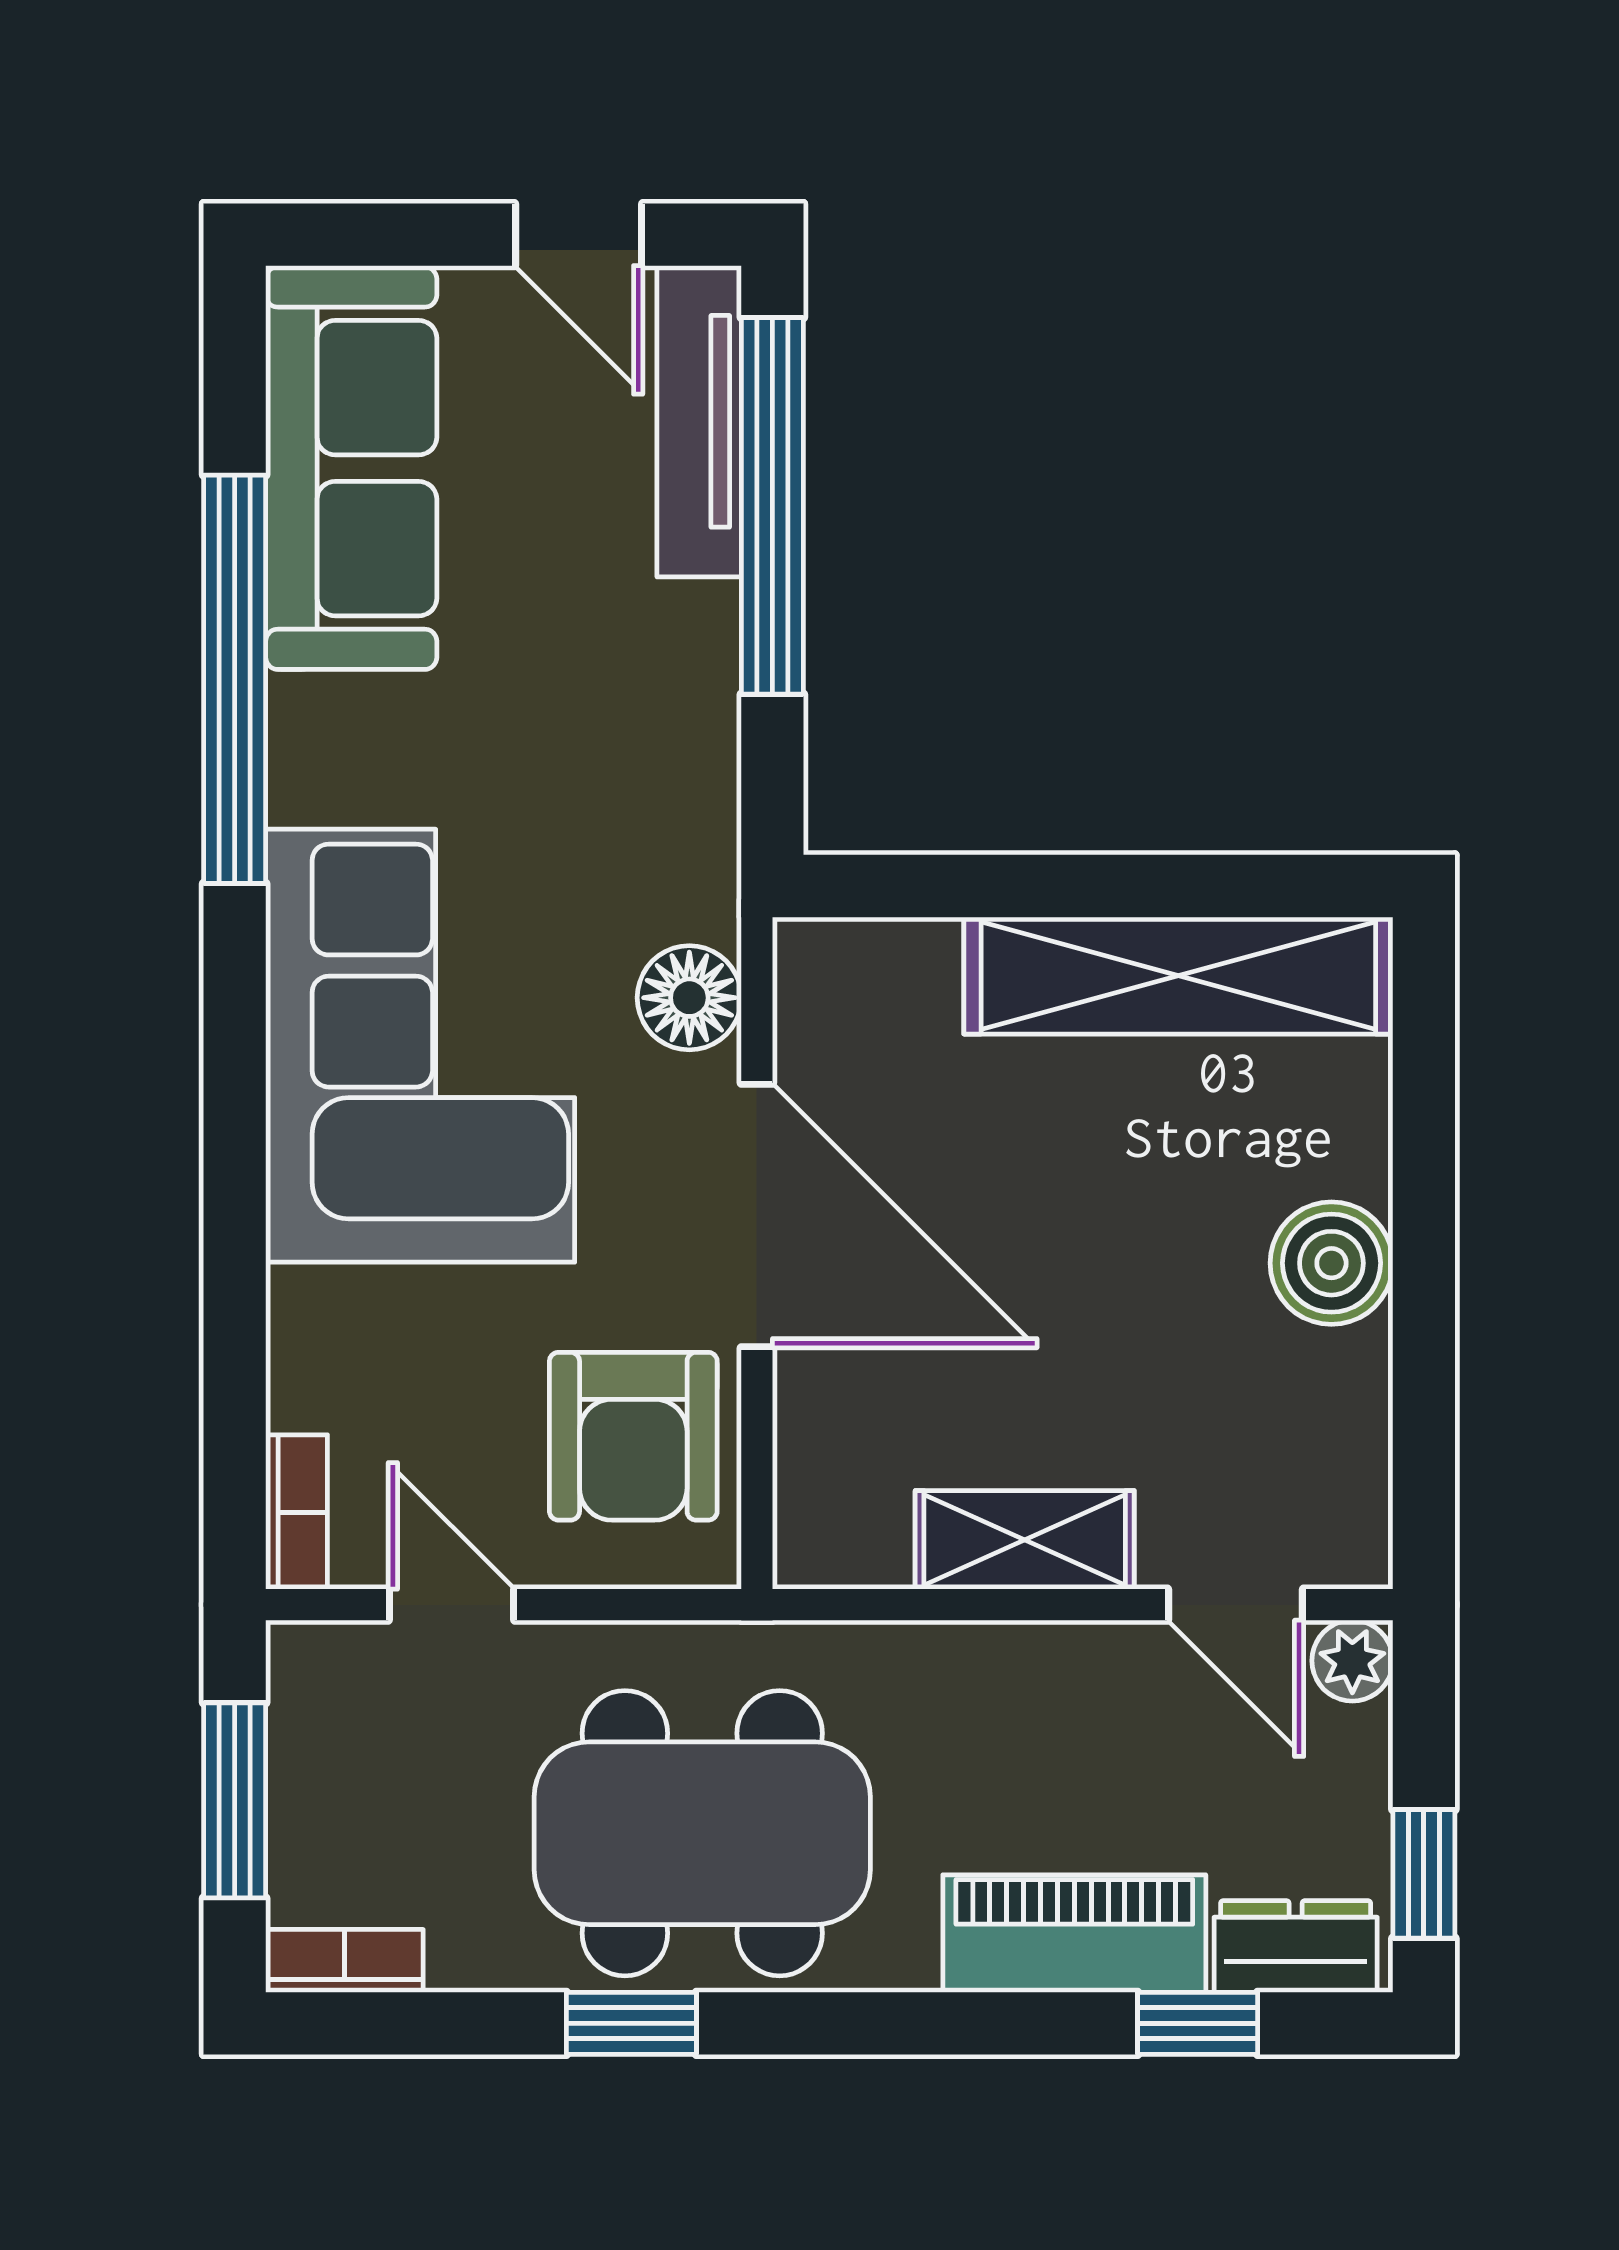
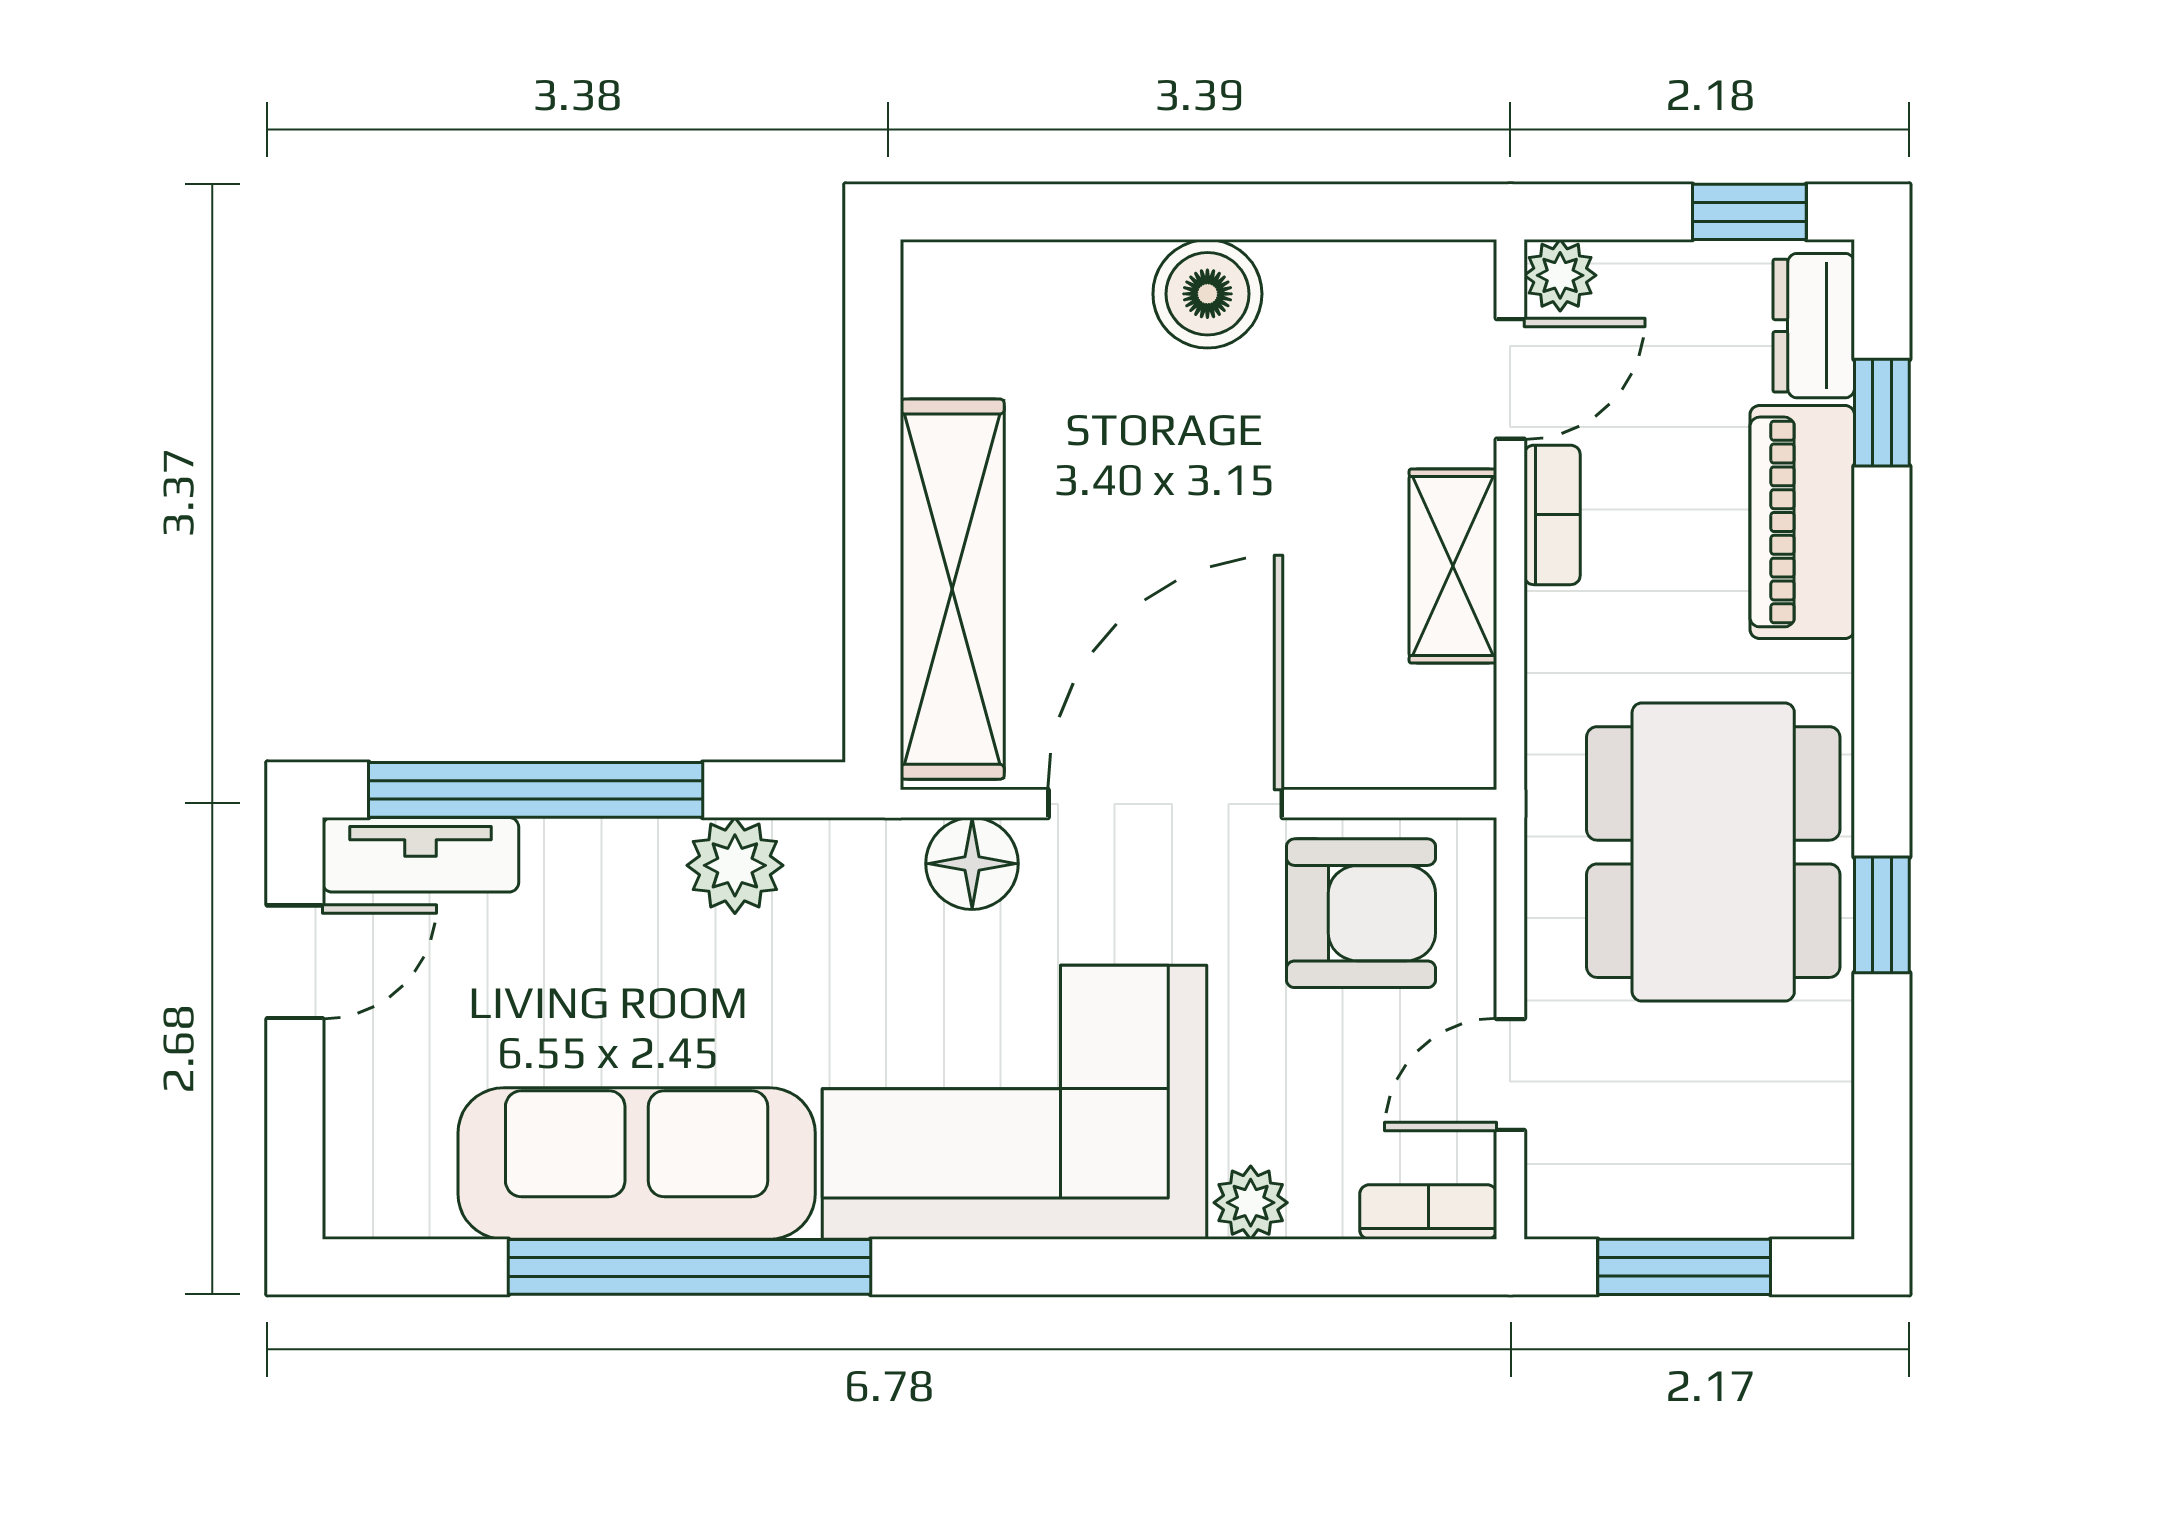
tv unit: (699, 421) -> (420, 855), width x0.71
sofa: (351, 468) -> (637, 1163), moved
plant: (687, 730) -> (735, 865), added
shelving: (1178, 976) -> (952, 589), moved
plant: (307, 1312) -> (1251, 1203), added
bookcase: (344, 1961) -> (1552, 515), moved, turned 180

